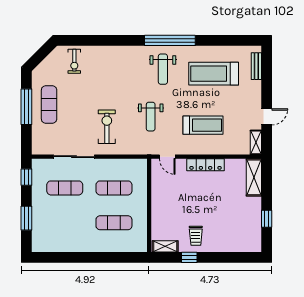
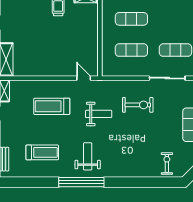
treadmill: (214, 74) -> (42, 152), width x0.73, depth x0.73
weight bench: (151, 117) -> (99, 114), turned 90
exercise bike: (107, 127) -> (138, 105), turned -90
locker: (206, 165) -> (49, 71), removed

